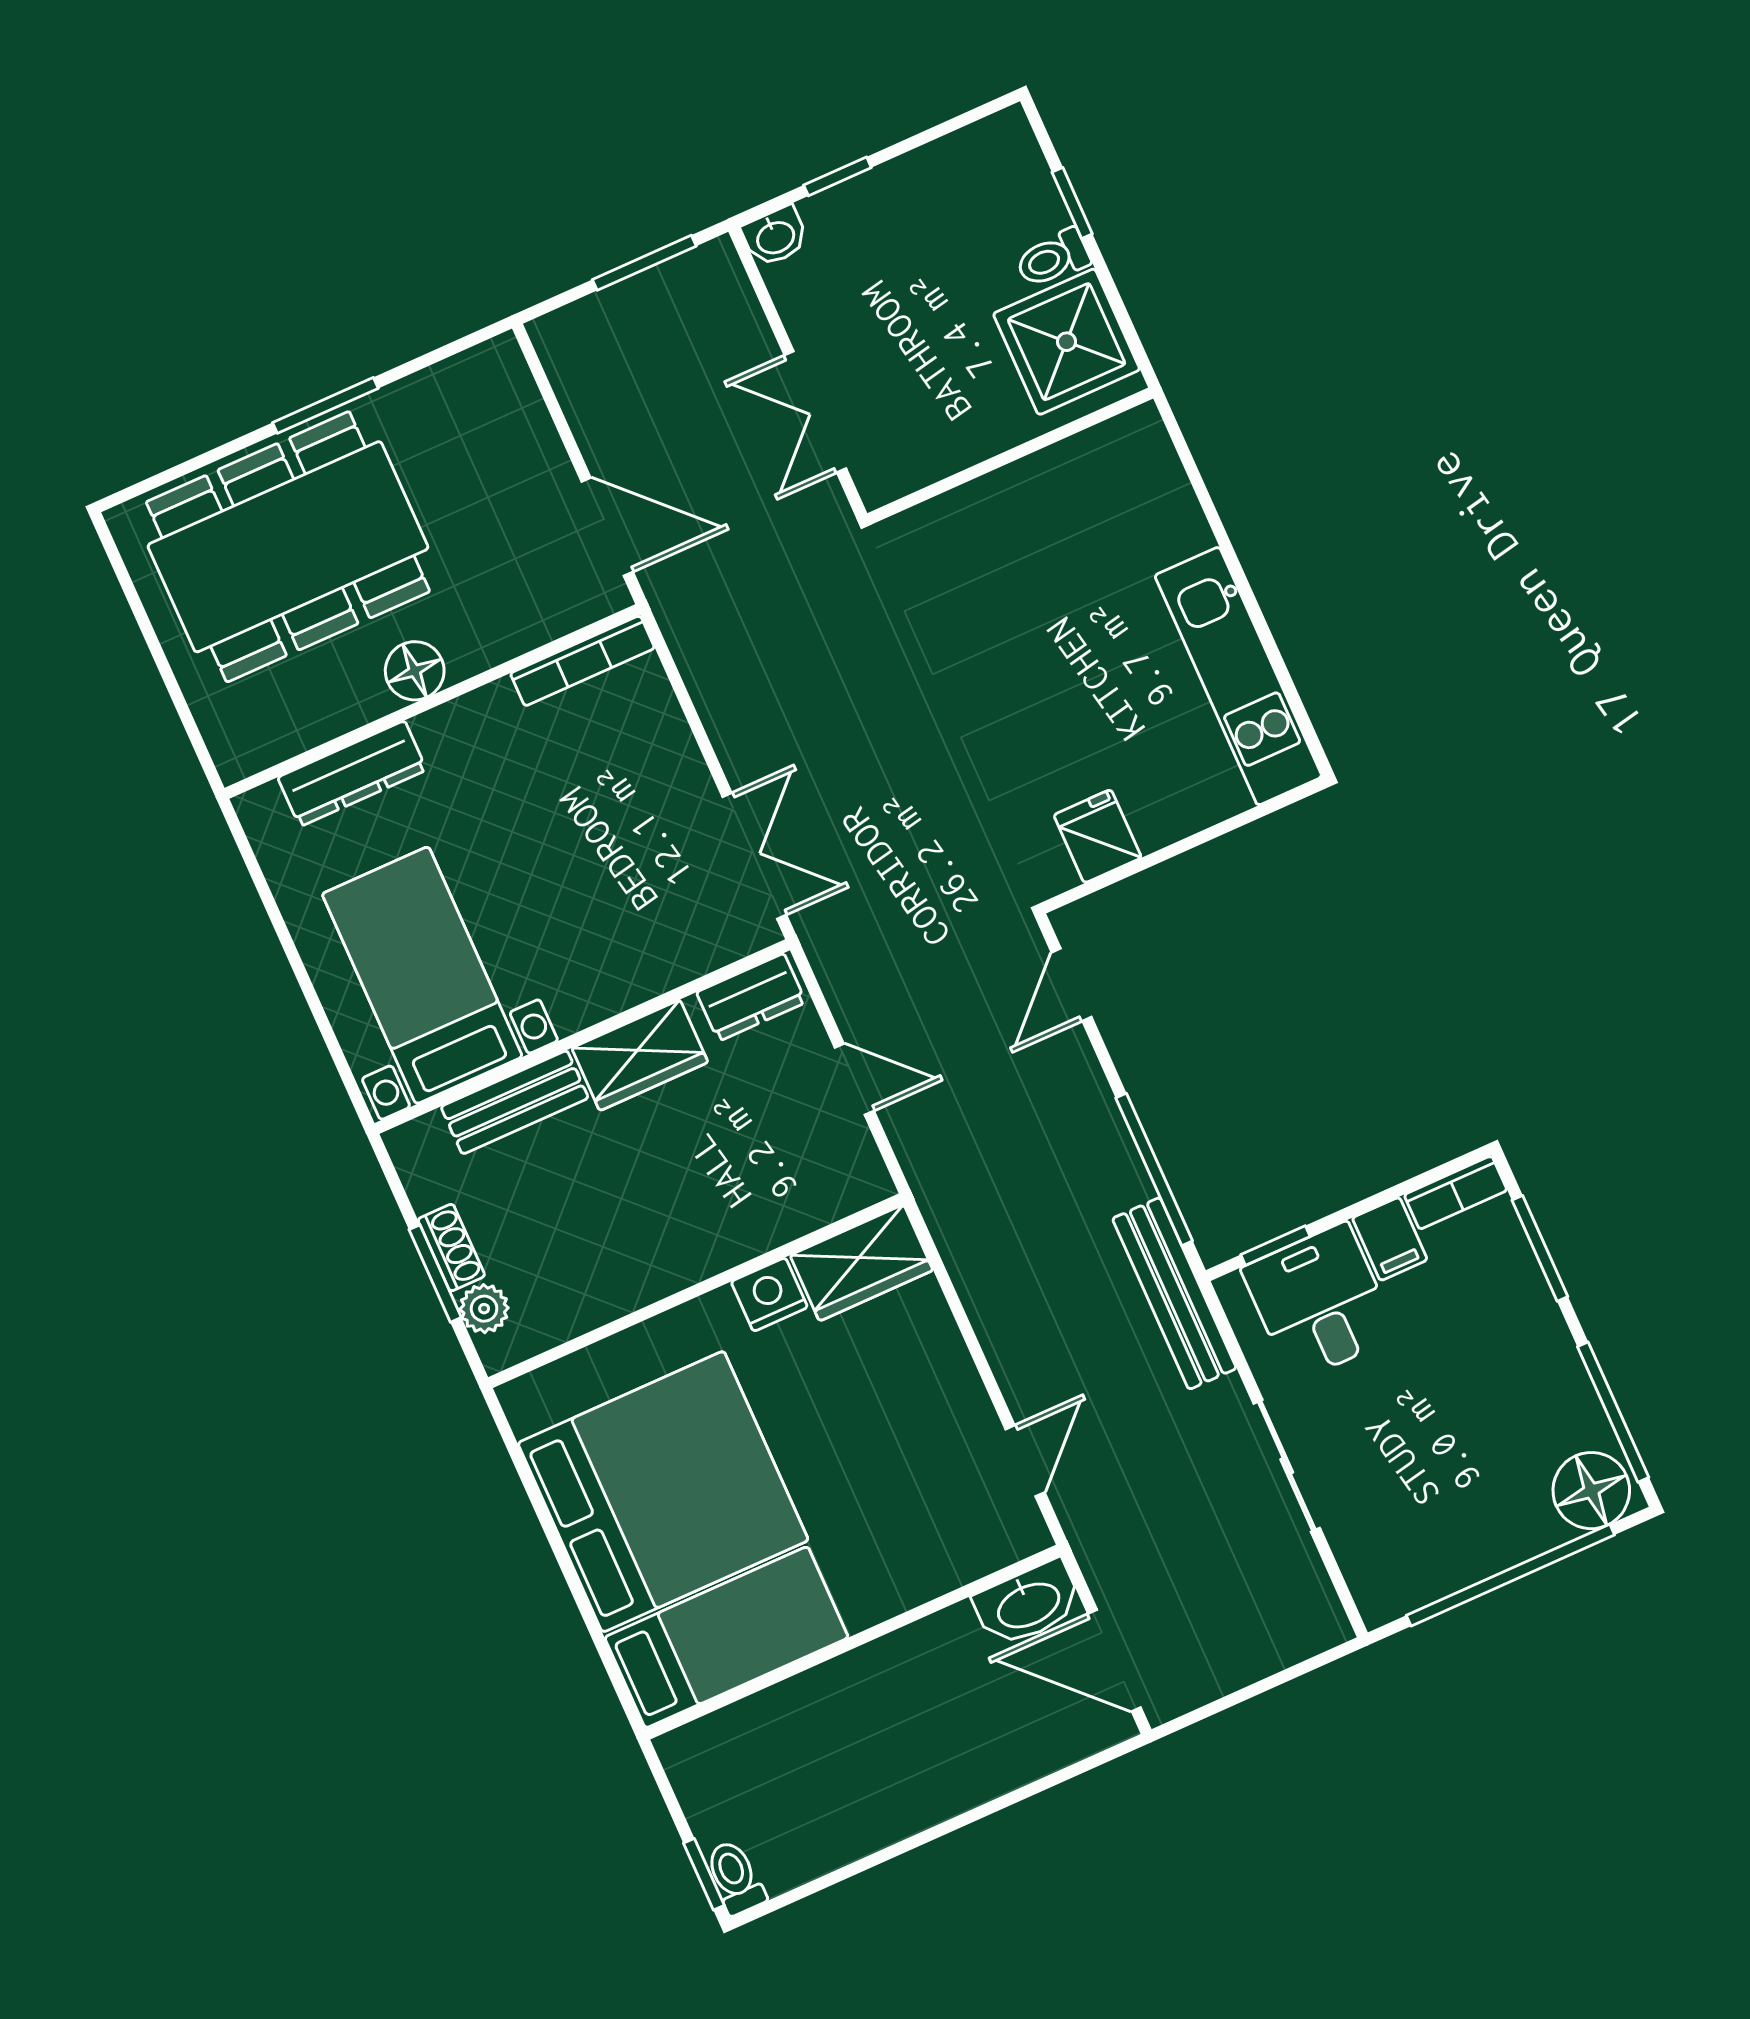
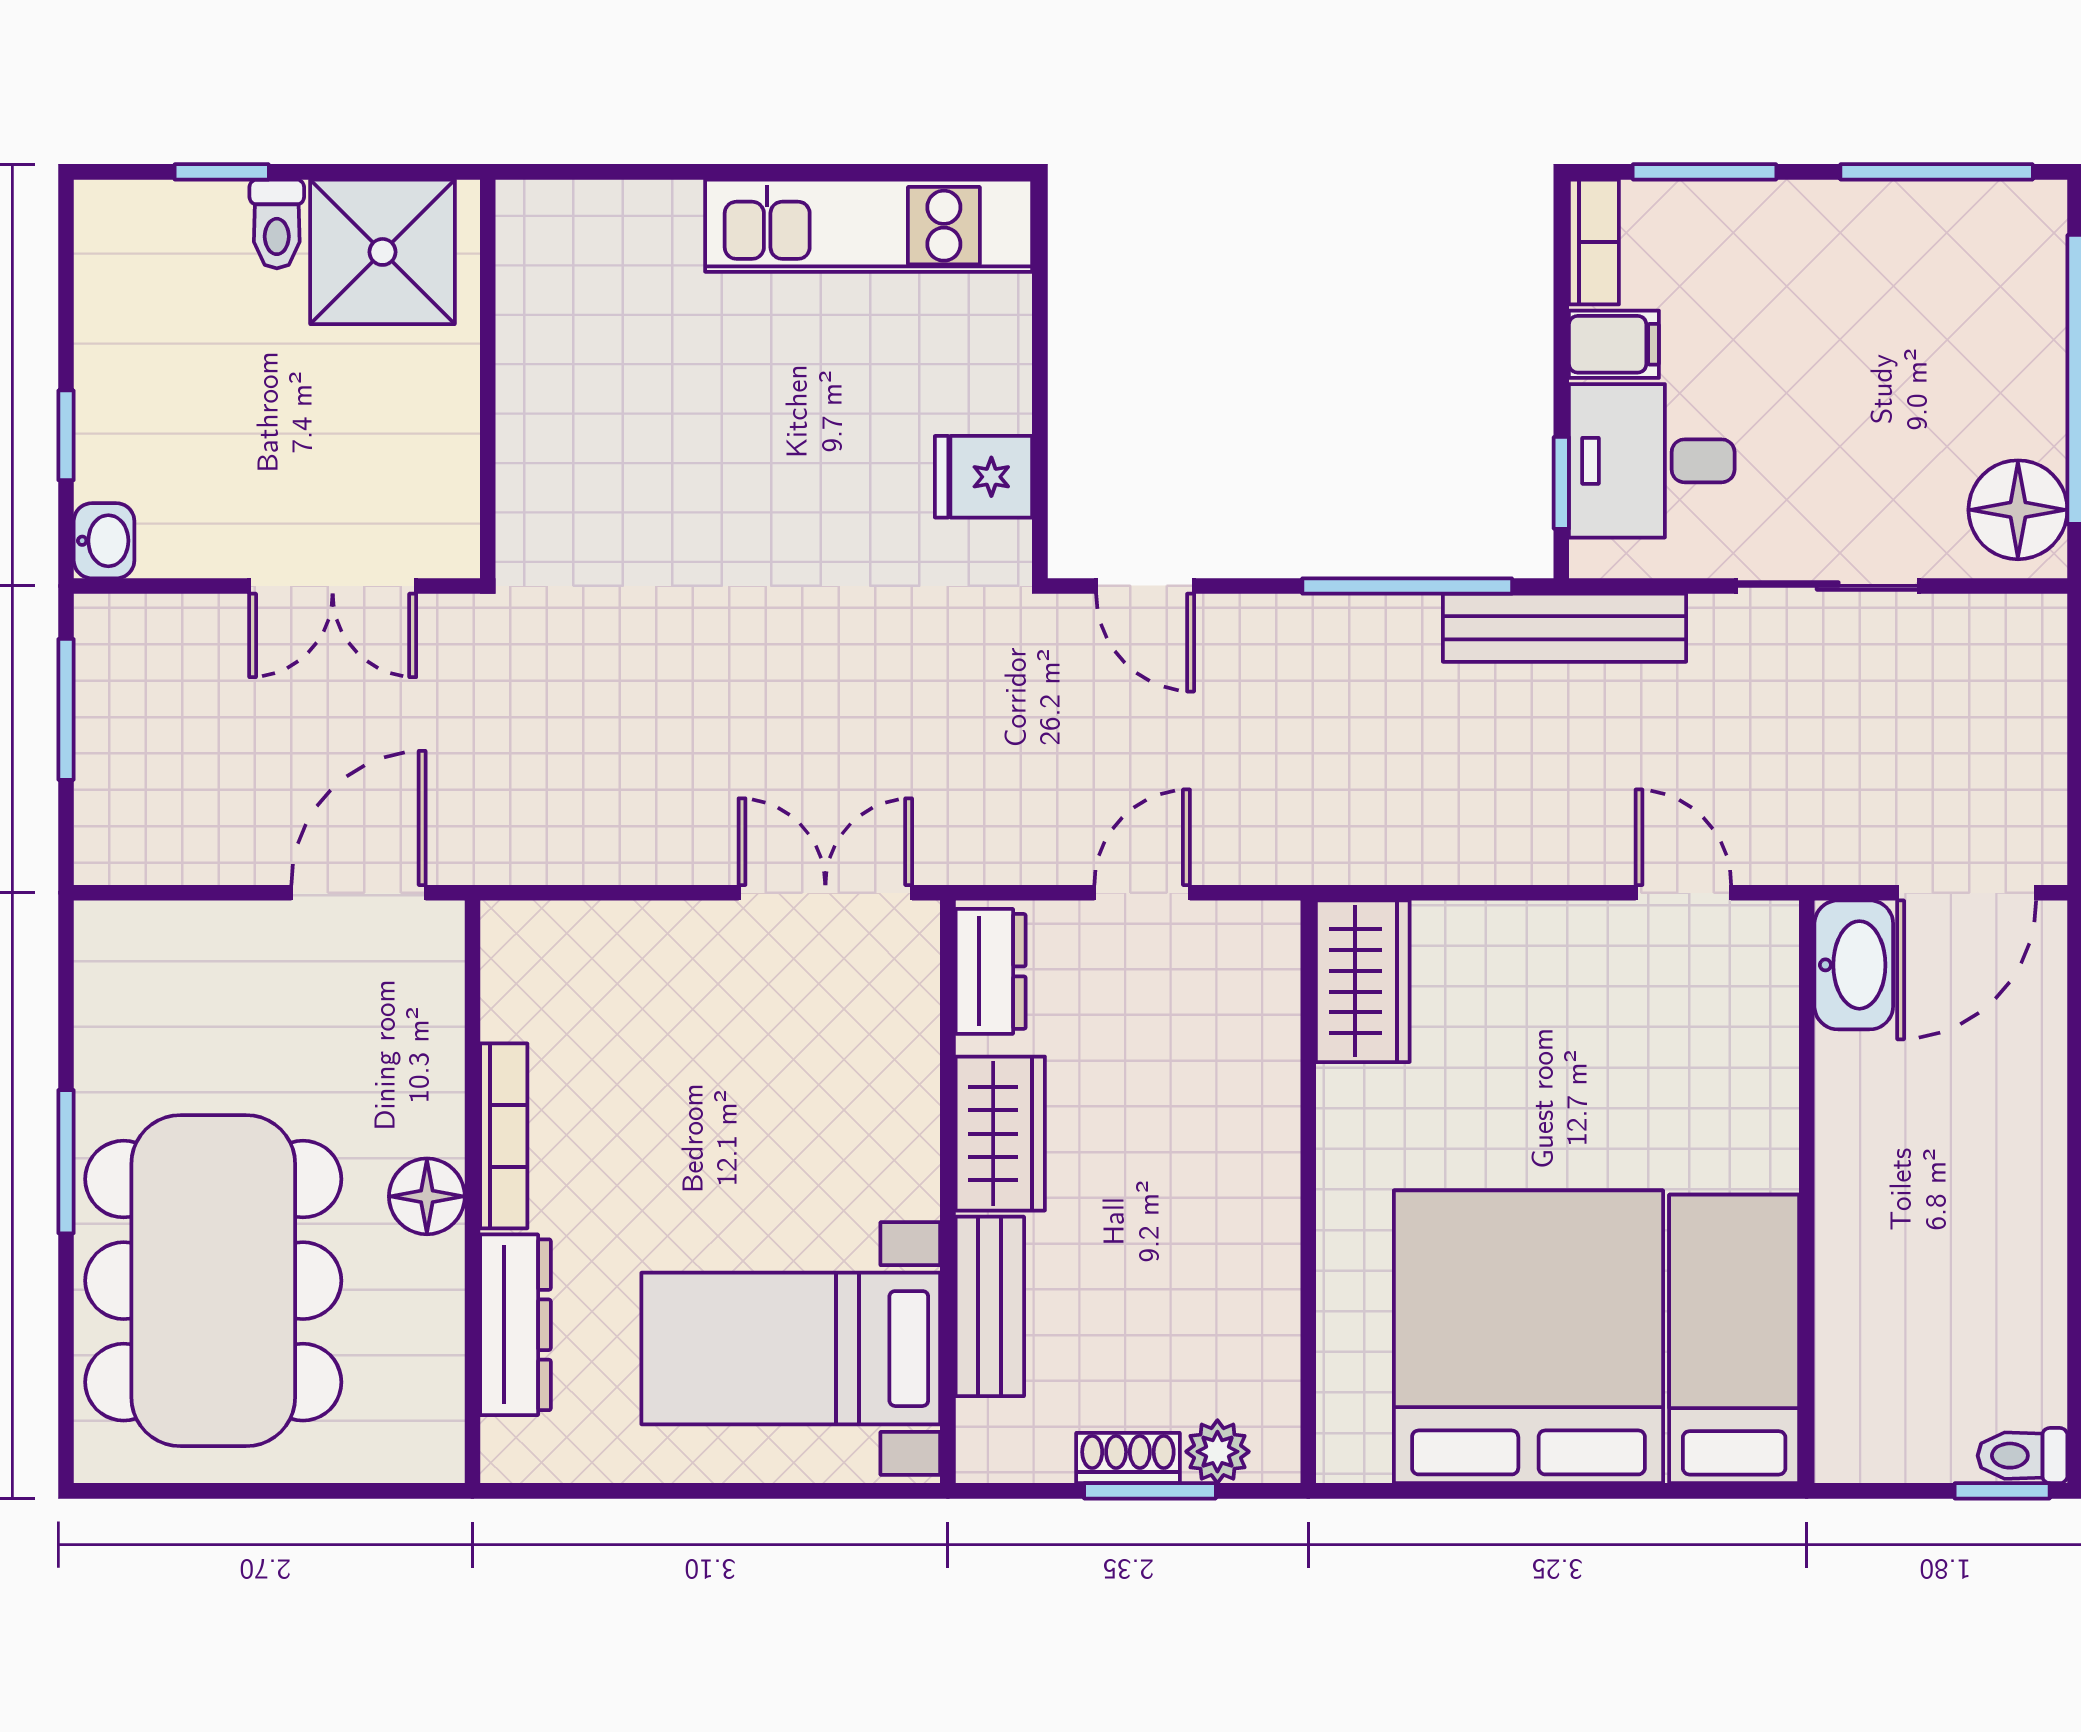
bookcase: (582, 661) -> (504, 1136), moved
nightstand: (769, 1295) -> (1352, 1107), removed
floor lamp: (1591, 1491) -> (2018, 510), moved

